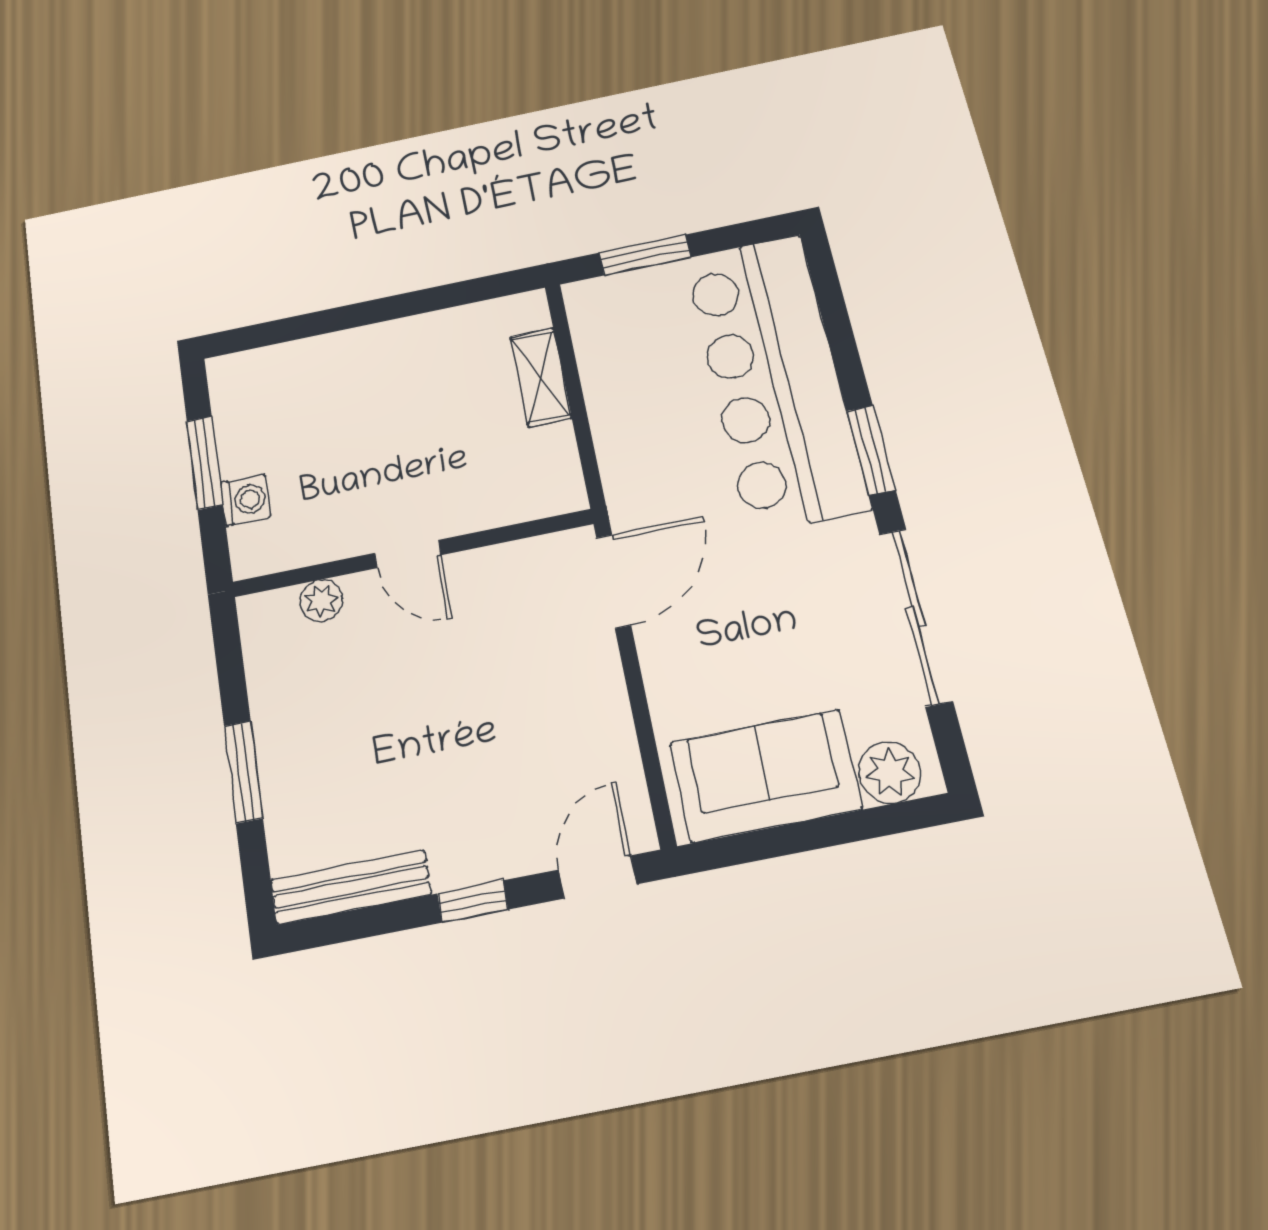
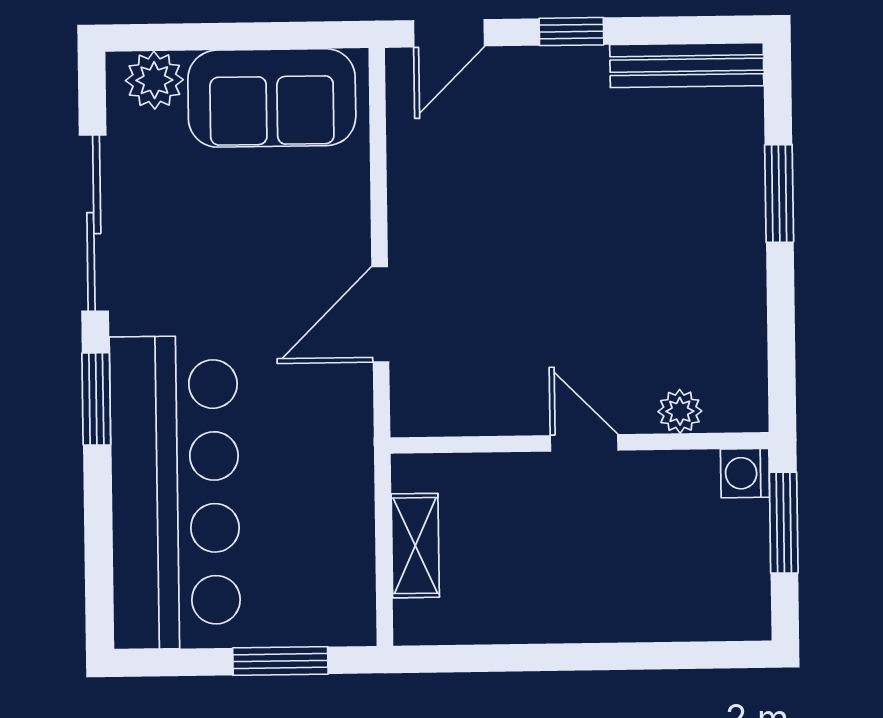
wall: (412, 553) -> (580, 443), moved
door: (408, 554) -> (584, 443), moved
plant: (321, 601) -> (680, 411), moved

